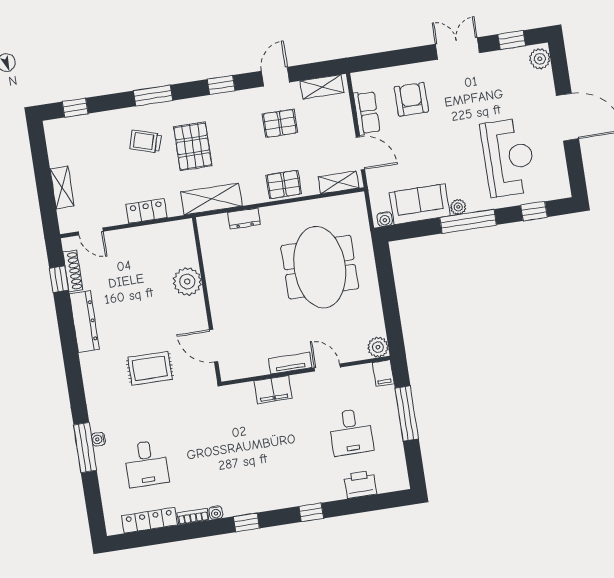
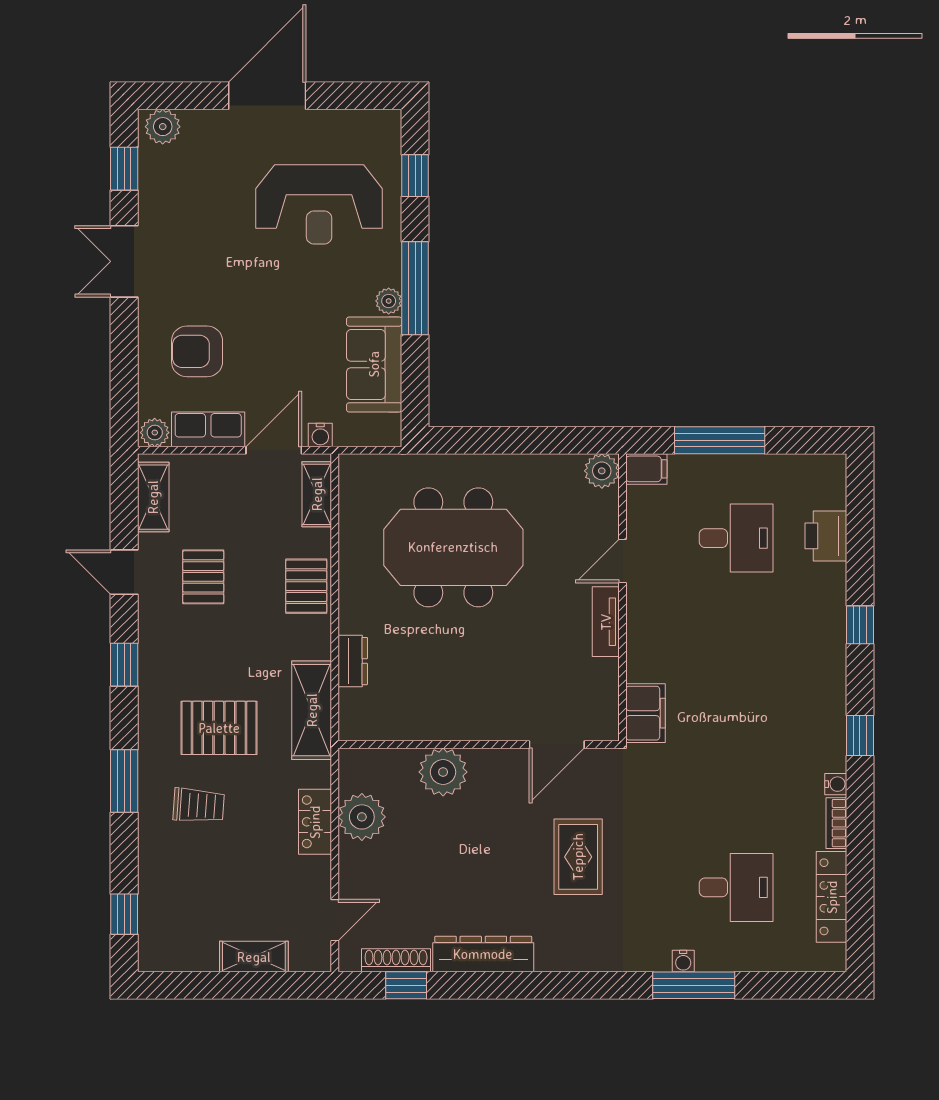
plant: (360, 82) -> (155, 433), added
trolley: (146, 141) -> (199, 805), turned -103
reception desk: (508, 157) -> (319, 204), turned 180
water cooler: (385, 219) -> (320, 435), moved, turned 90
plant: (154, 238) -> (362, 817), added
filing cabinet: (273, 390) -> (645, 713), moved

